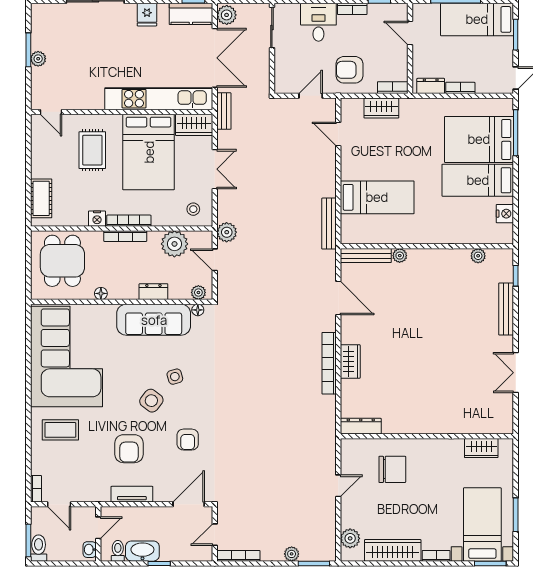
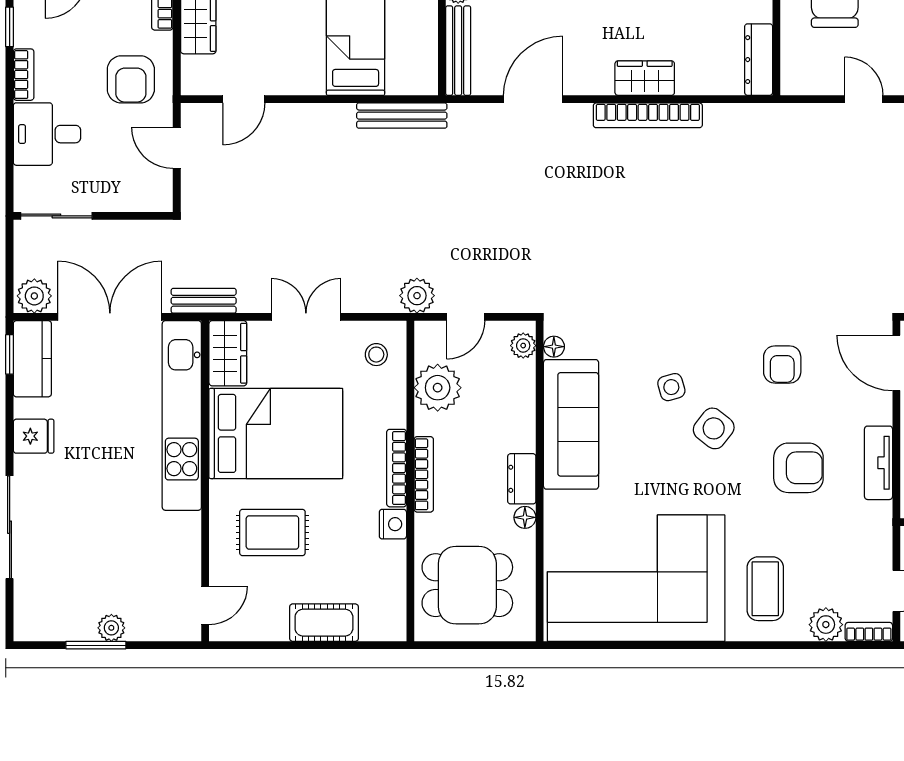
cot: (41, 198) -> (324, 623), moved
dresser: (153, 292) -> (522, 479), moved
armchair: (188, 440) -> (782, 364), turned 90
plant: (40, 464) -> (826, 625), added

